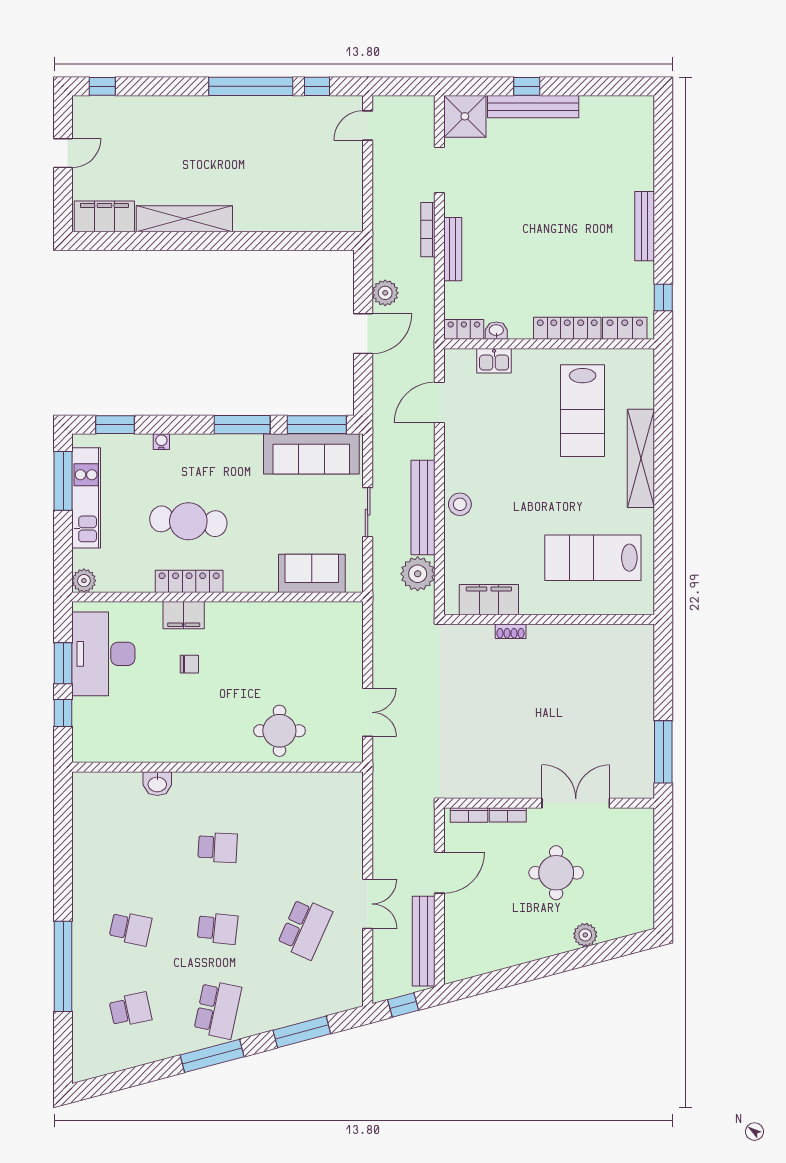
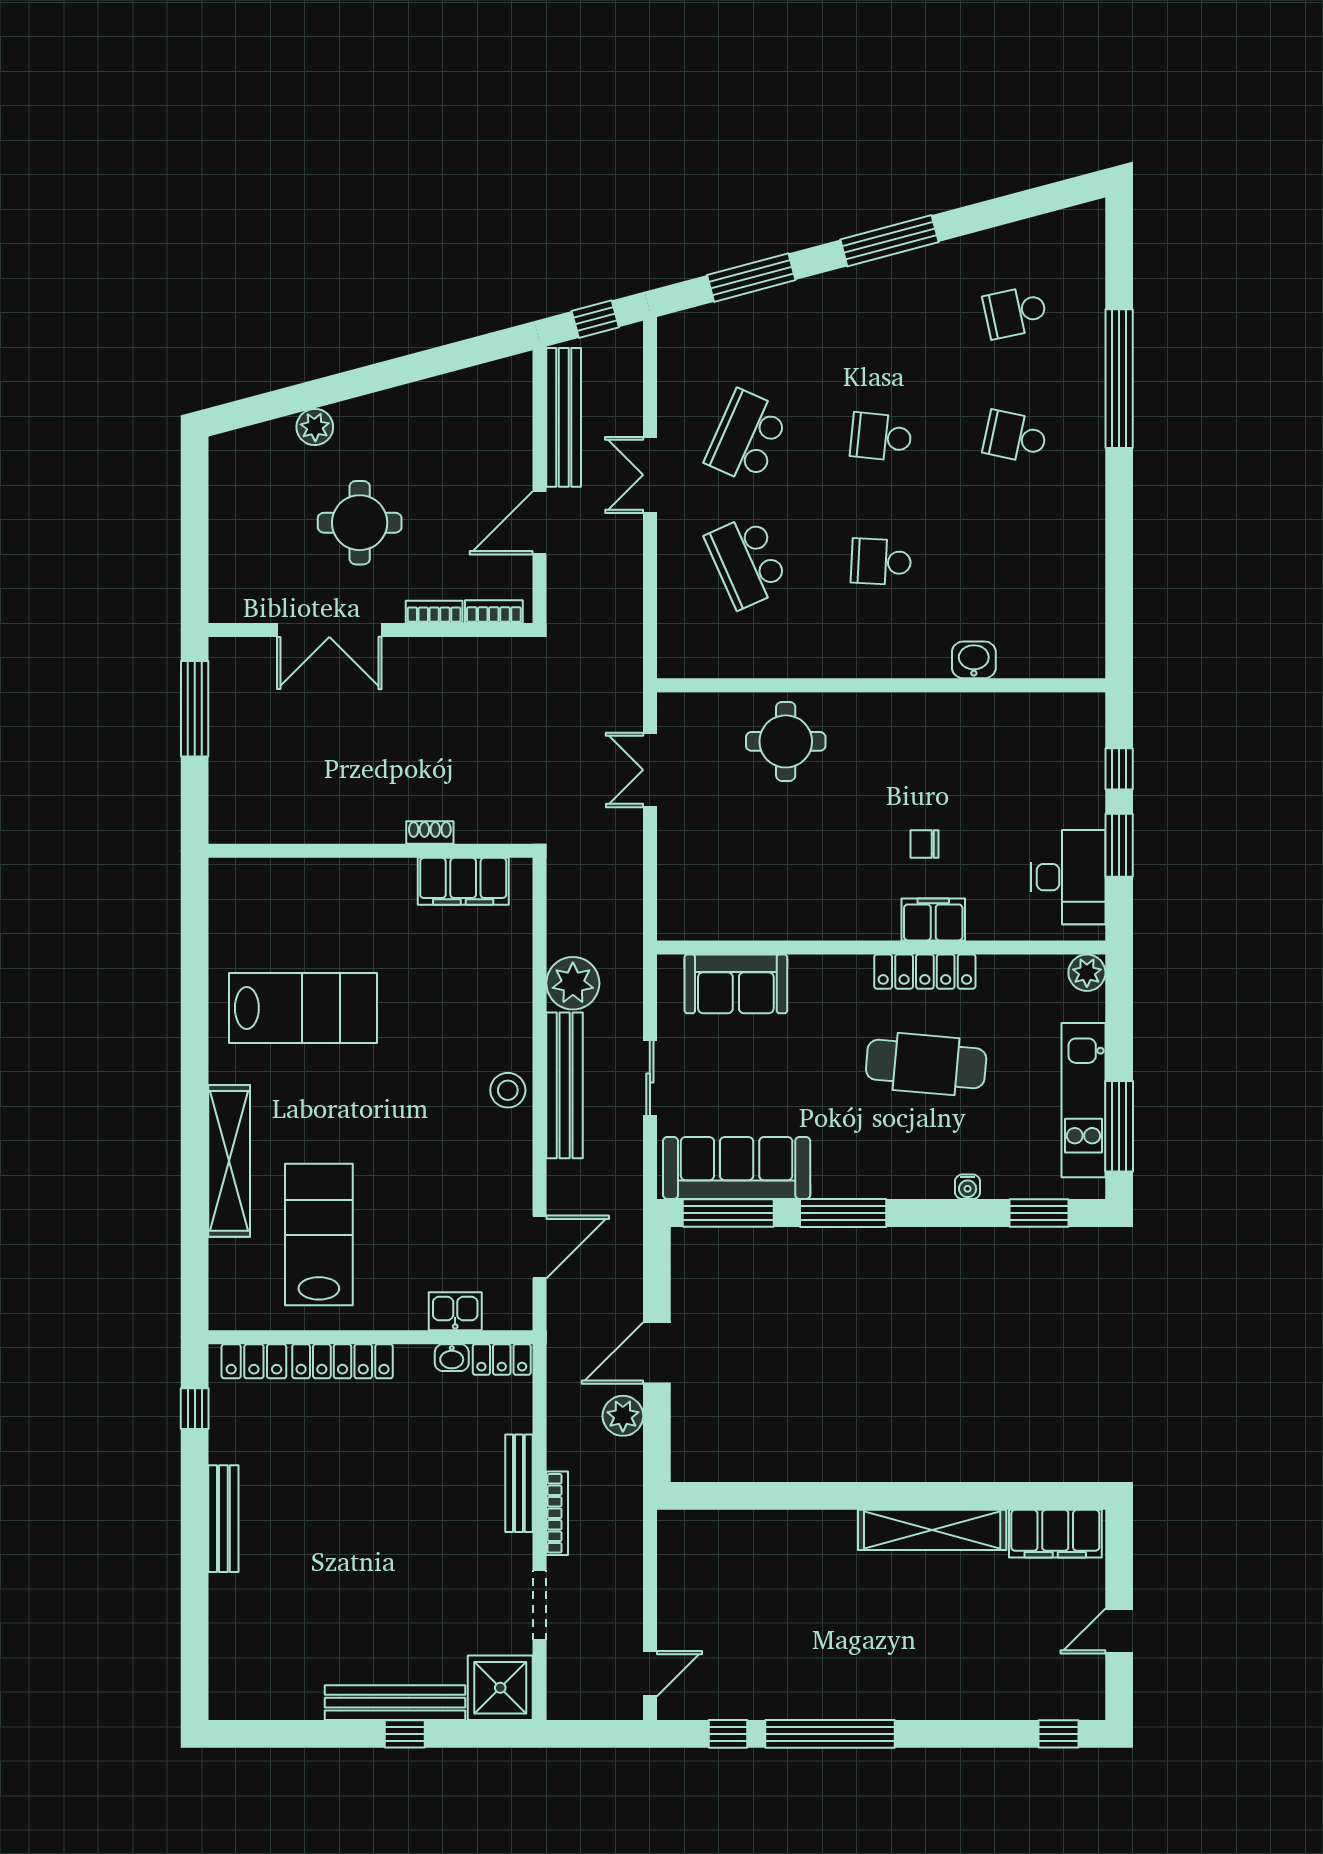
filing cabinet: (489, 600) -> (463, 881), moved
wall: (549, 619) -> (371, 851), moved
shoe rack: (511, 631) -> (430, 833), moved
desk: (103, 654) -> (1068, 877), width x0.73, depth x0.77
school desk: (218, 1010) -> (747, 562), moved, turned -36

